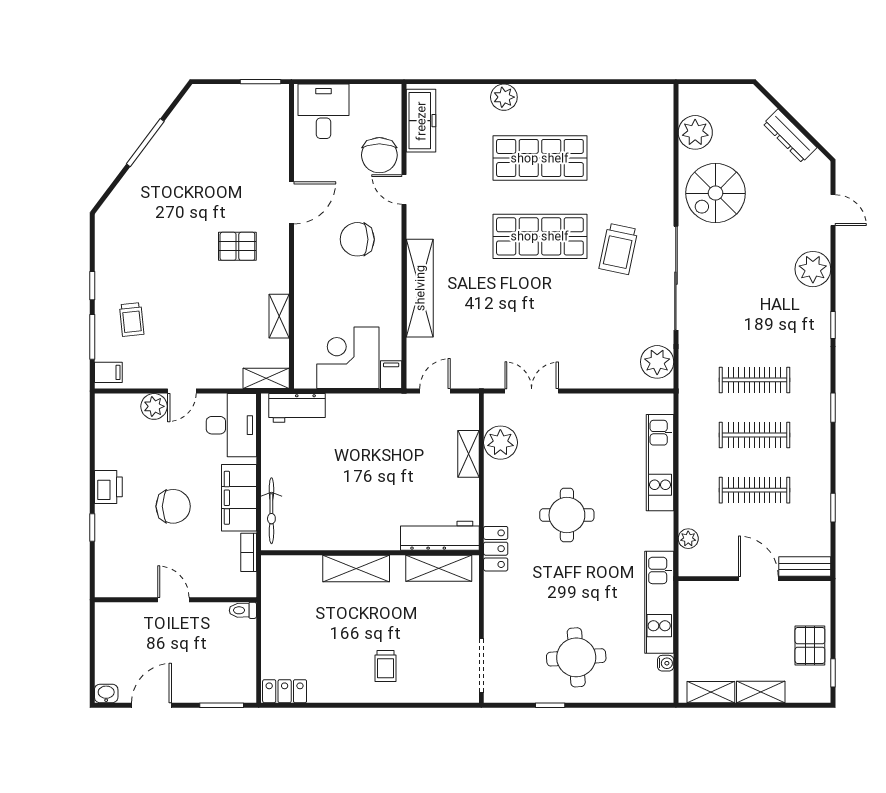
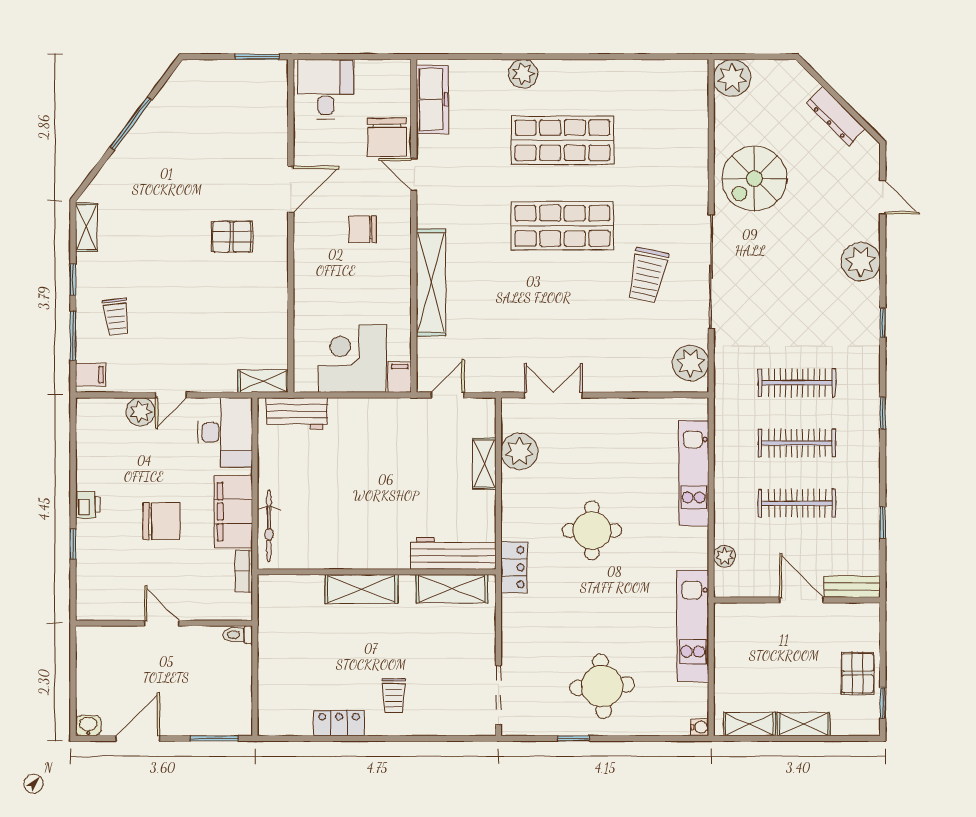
plant: (695, 132) -> (732, 78), moved
chair: (357, 239) -> (363, 229), width x0.73, depth x0.73
trolley: (618, 249) -> (647, 275), moved
shelving: (279, 316) -> (86, 227), moved
printer: (108, 487) -> (88, 505), width x0.73, depth x0.81
water cooler: (666, 663) -> (700, 727), moved
locker: (285, 691) -> (339, 723), moved

